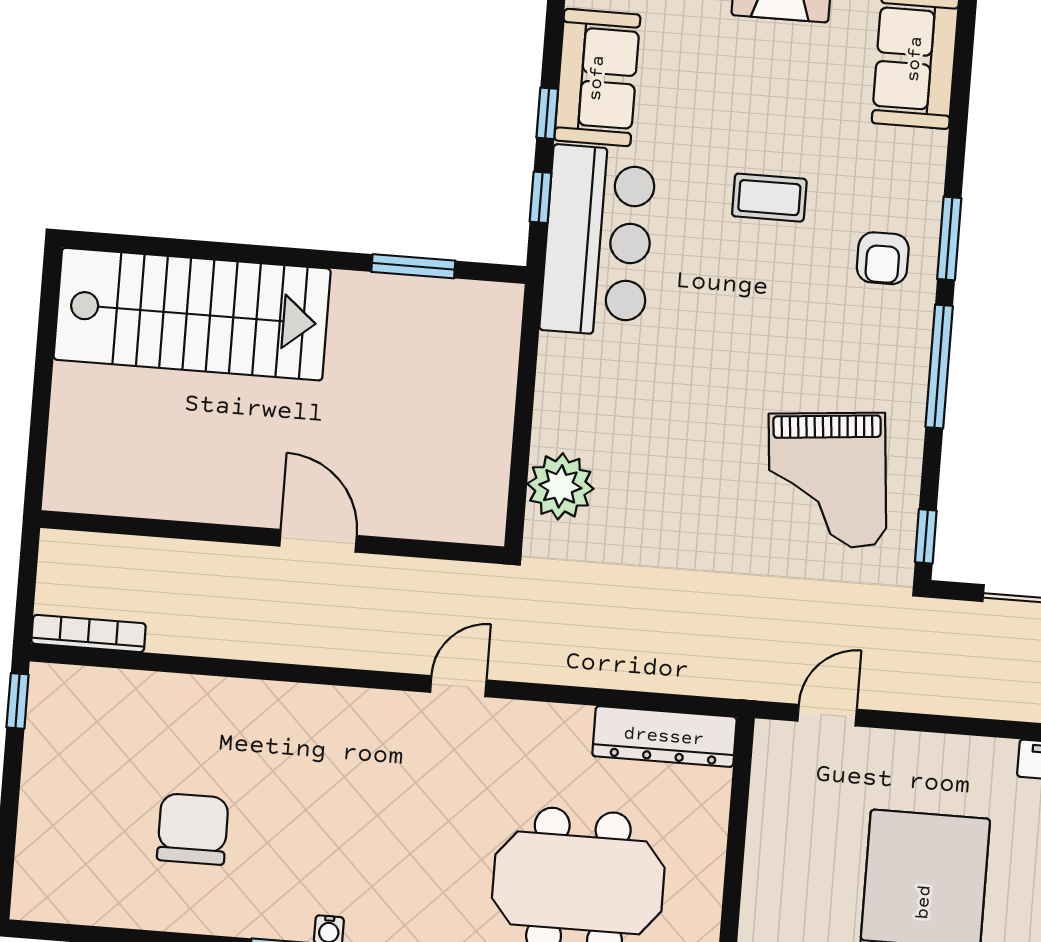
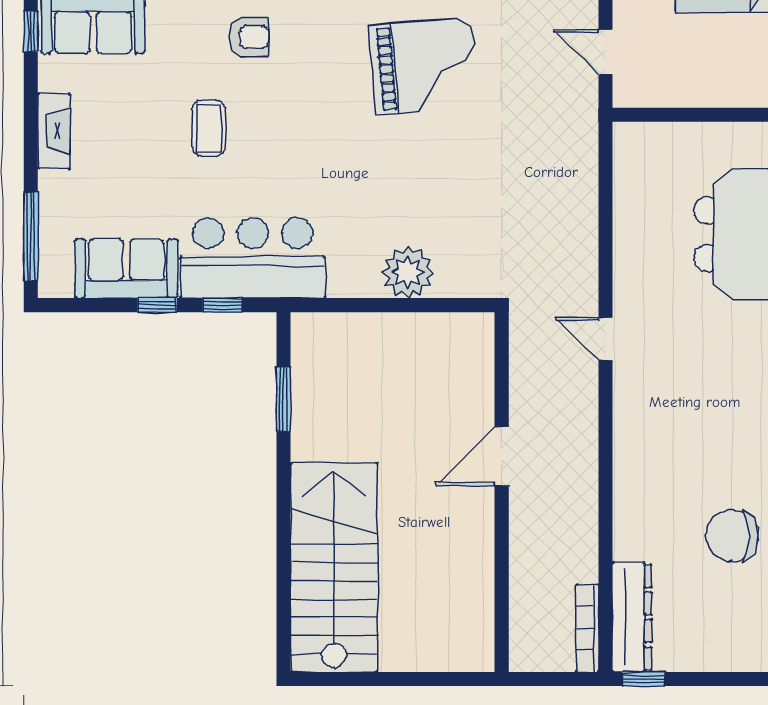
plant: (560, 486) -> (408, 272), moved
dresser: (664, 737) -> (632, 617), moved

